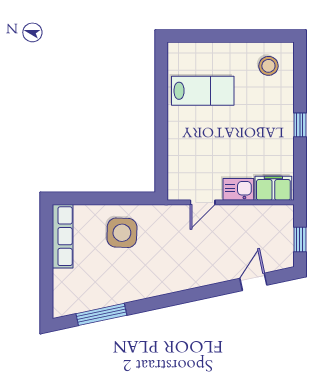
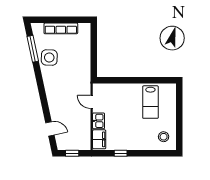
window: (300, 125) -> (121, 153), moved
side table: (122, 233) -> (49, 58), moved
row of seats: (63, 236) -> (61, 28), moved

